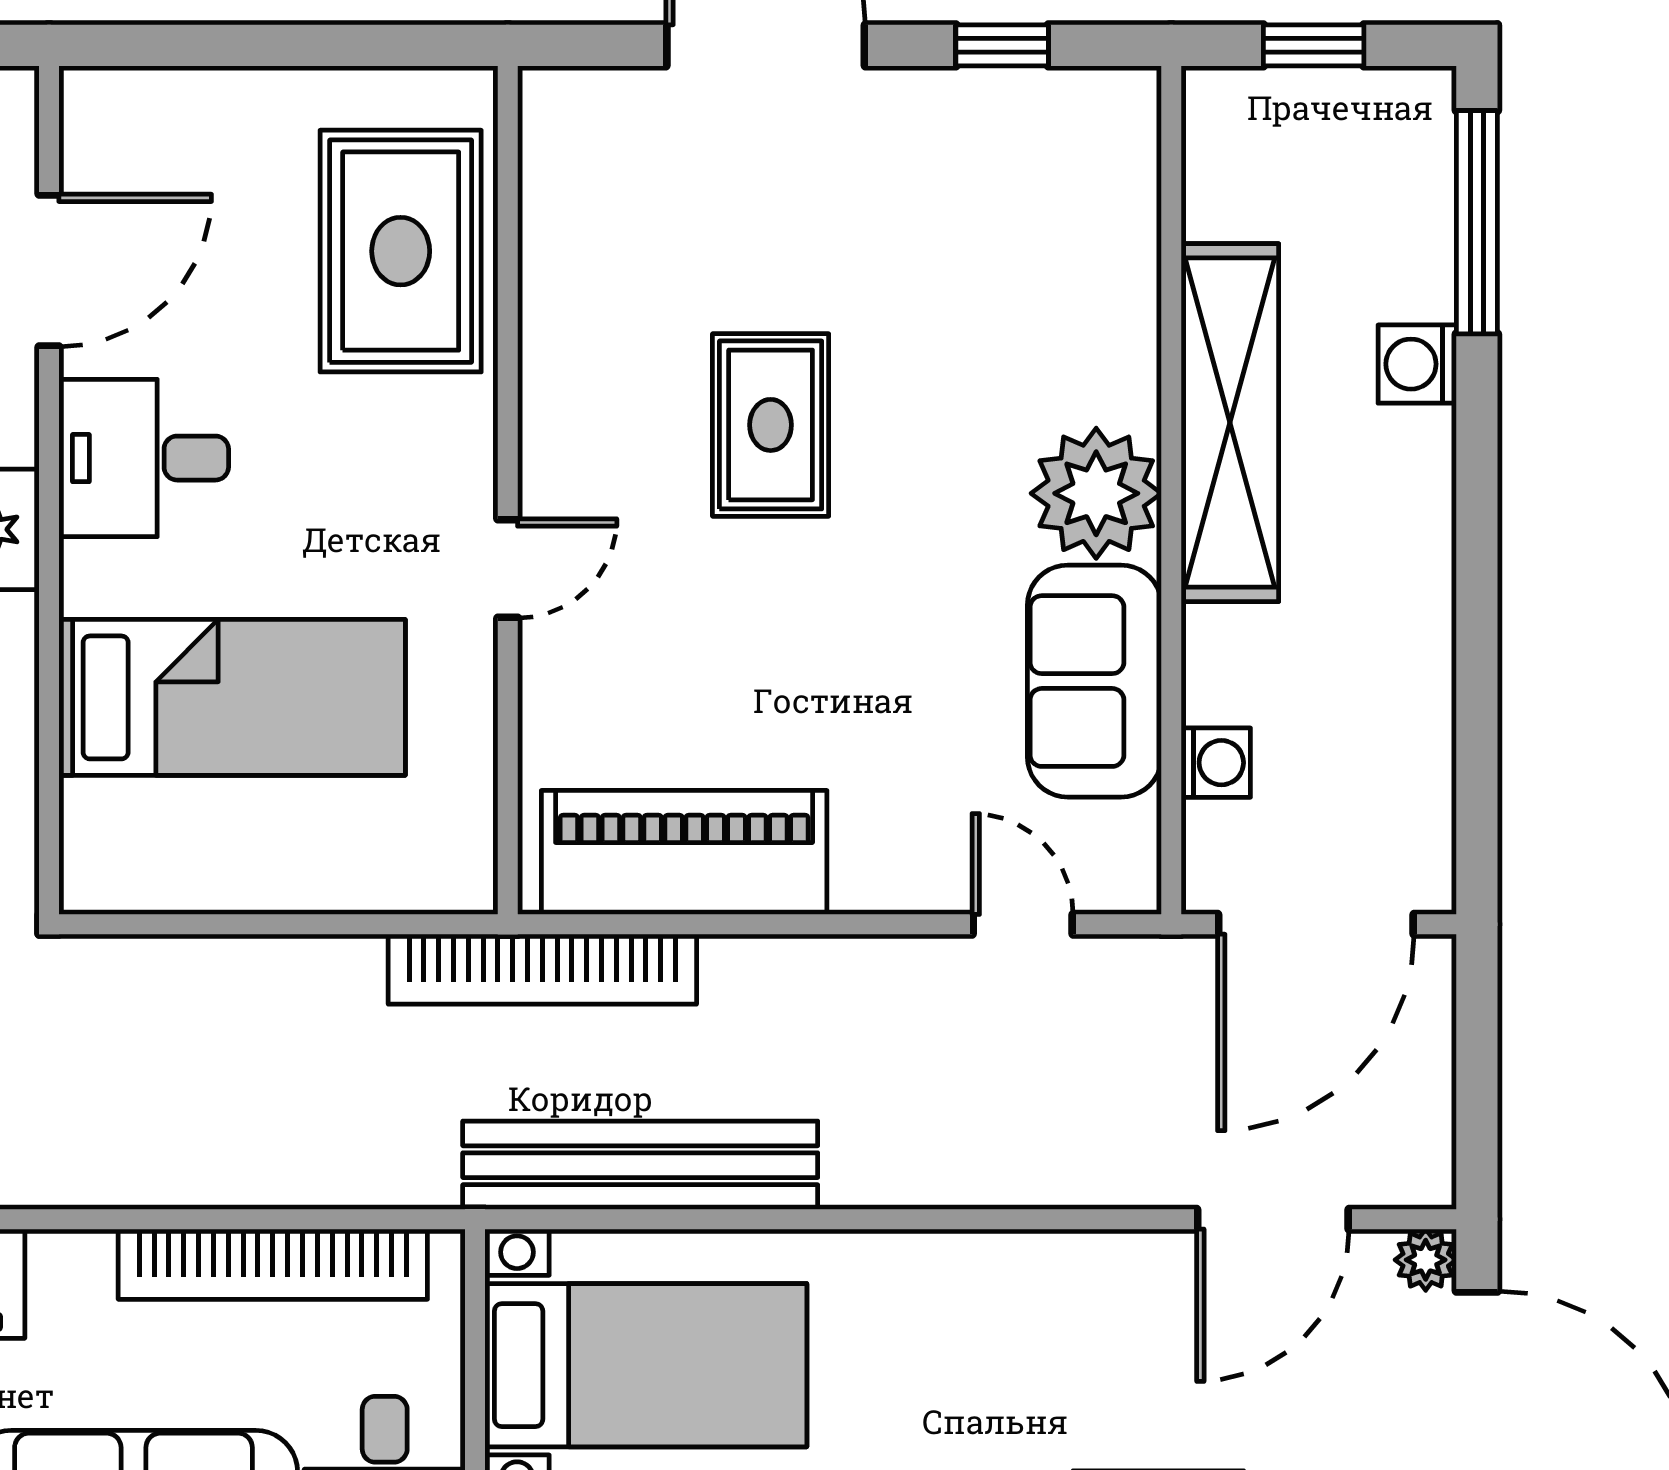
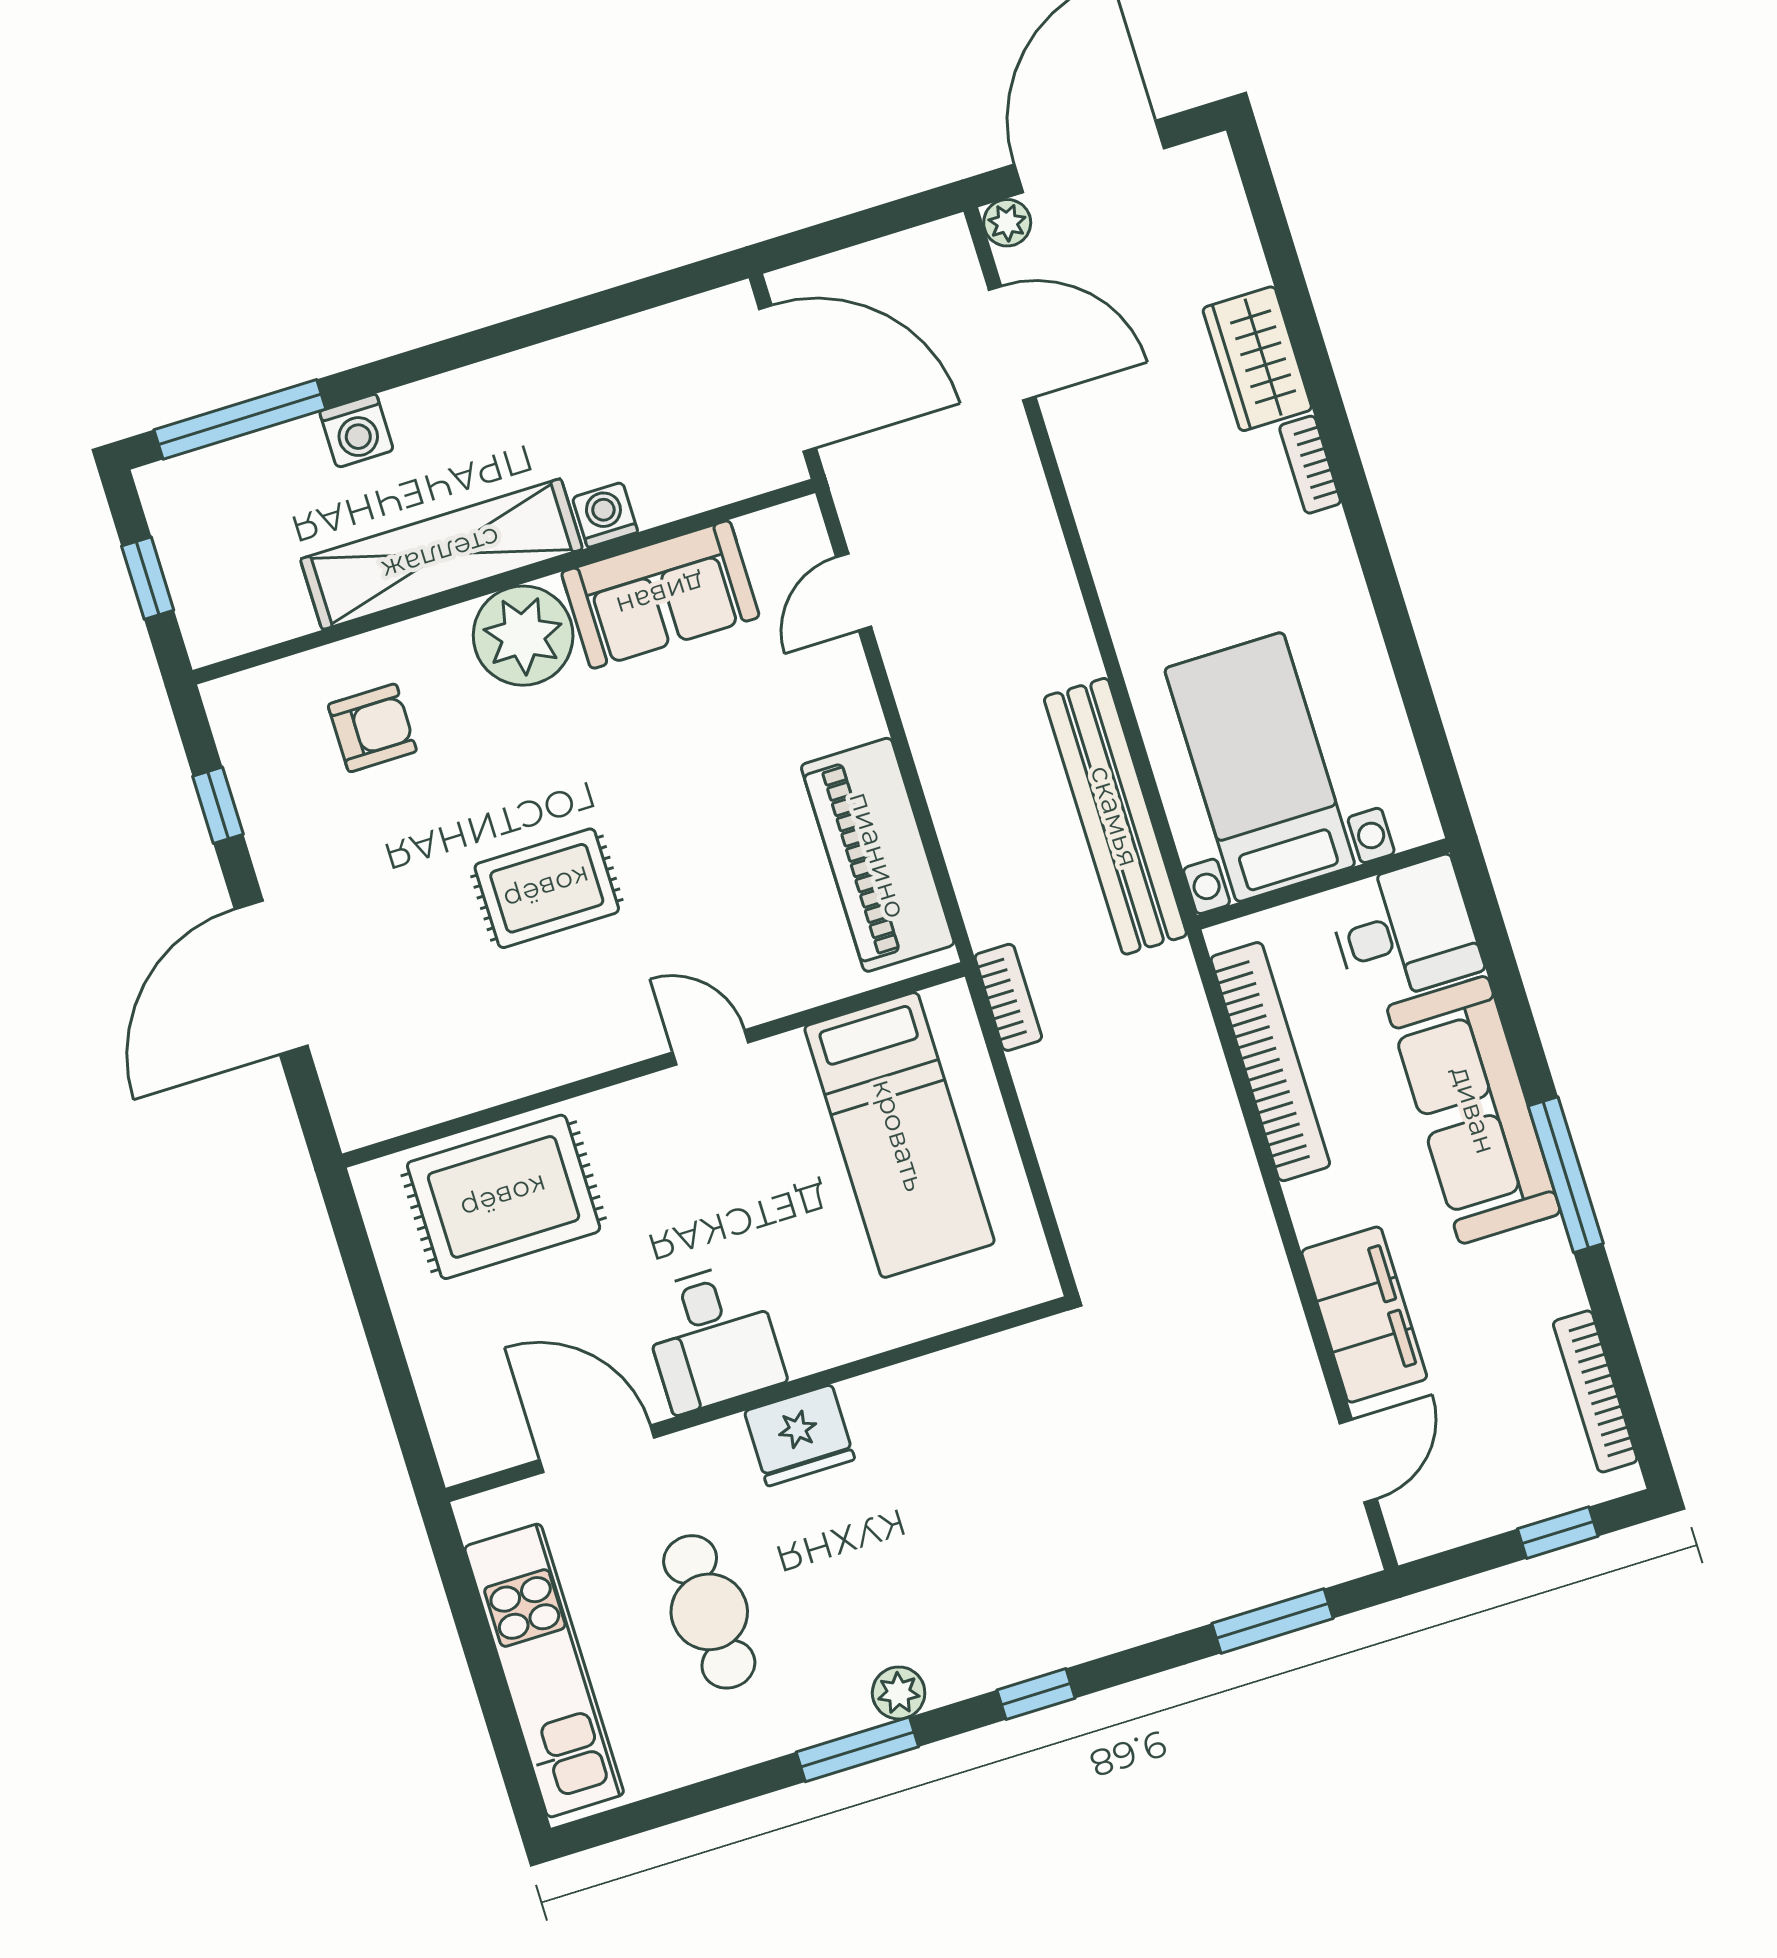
armchair: (1039, 269) -> (372, 728), added
bed: (232, 697) -> (899, 1135), moved, turned 180
washing machine: (1216, 763) -> (605, 515), moved
bookcase: (542, 969) -> (1008, 997), width x0.43, depth x0.76

